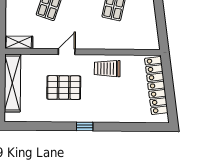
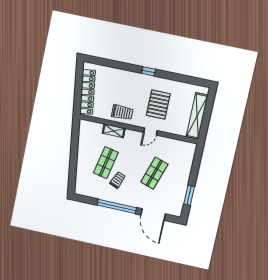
shelving: (19, 42) -> (114, 131), moved
pallet: (64, 88) -> (158, 105), turned 90

